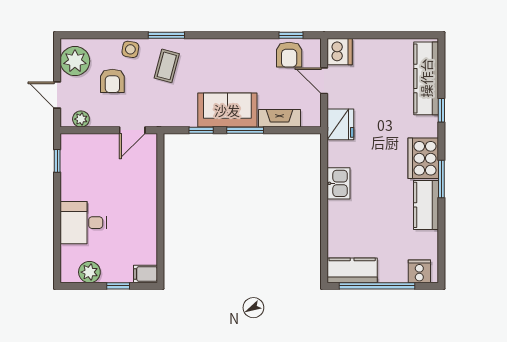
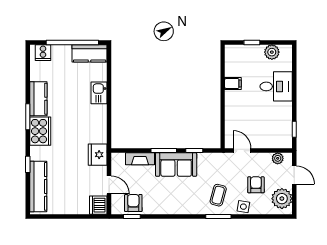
door: (132, 130) -> (242, 151), hinge flipped
kitchen sink: (338, 183) -> (99, 93), moved
filing cabinet: (145, 274) -> (233, 83), moved

